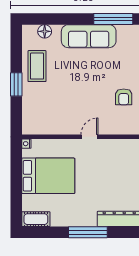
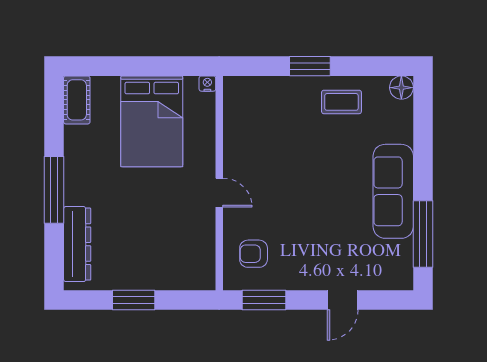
floor lamp: (45, 31) -> (401, 88), moved
coffee table: (37, 66) -> (341, 102), width x0.73, depth x0.77
armchair: (124, 97) -> (254, 254), moved

